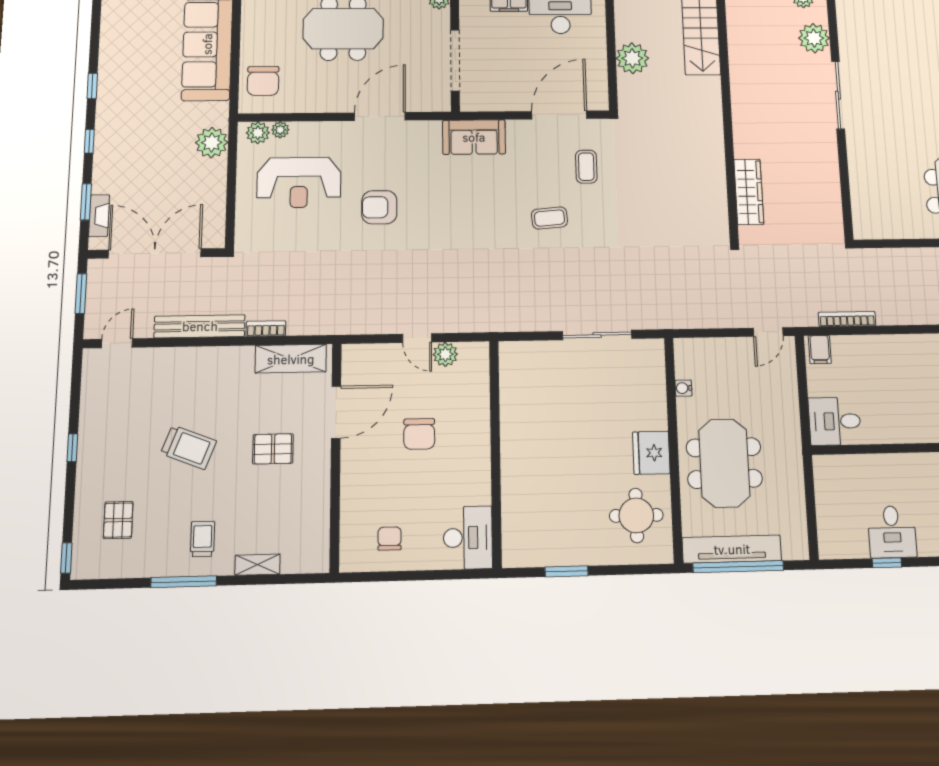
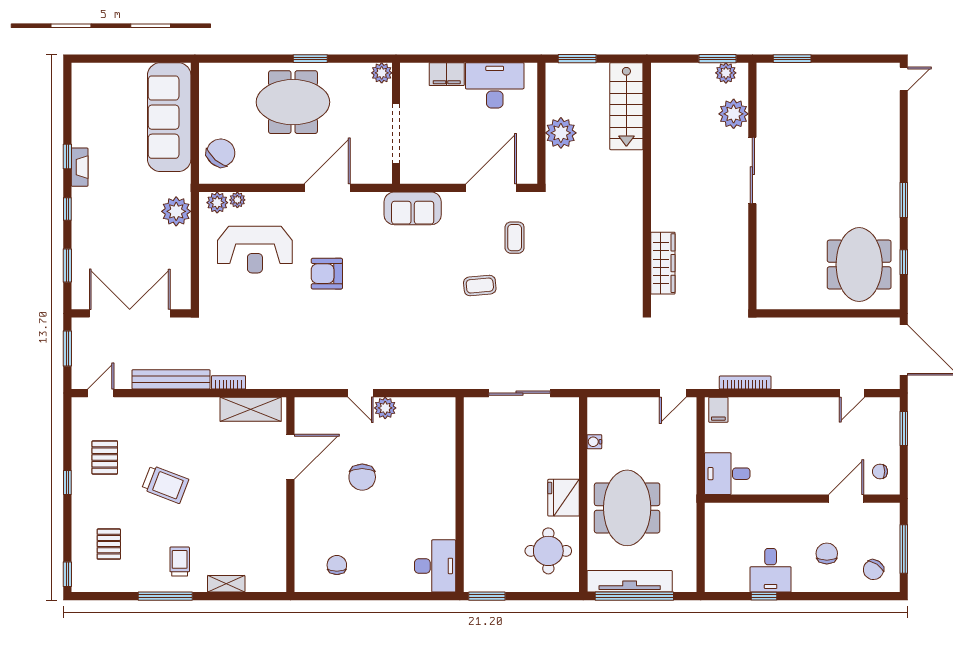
chair: (263, 81) -> (221, 153), turned -139
fireplace: (99, 216) -> (80, 167), moved
pallet: (273, 449) -> (105, 457), moved, turned 90
wall: (495, 453) -> (460, 495), moved
desk: (468, 538) -> (435, 566), moved

